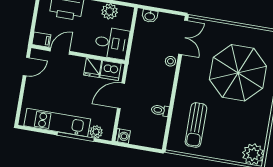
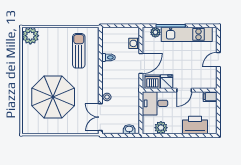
door: (60, 51) -> (184, 90), moved
door: (26, 67) -> (218, 60), moved
washing machine: (123, 136) -> (134, 43), moved

